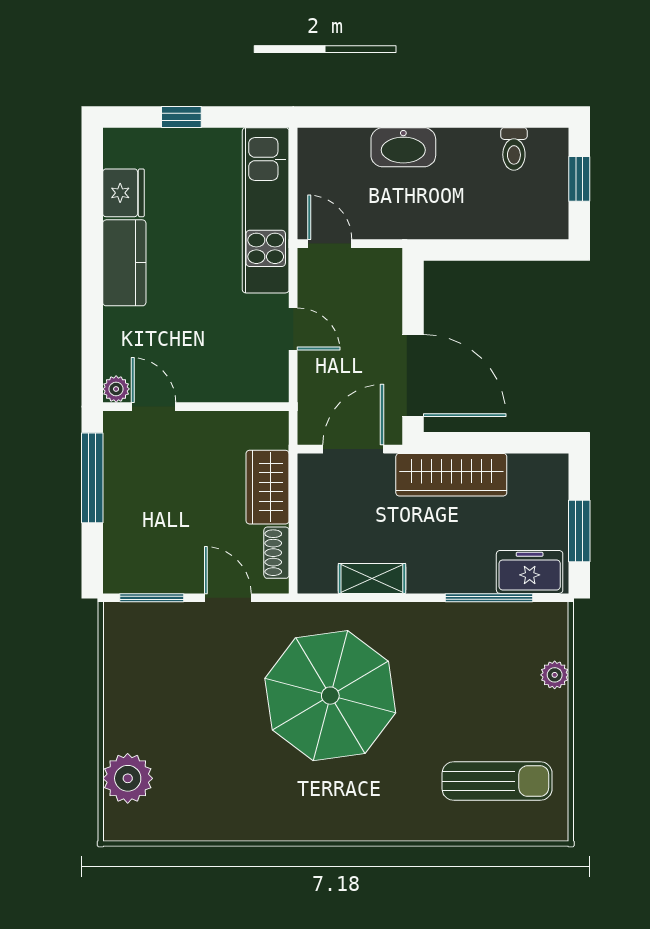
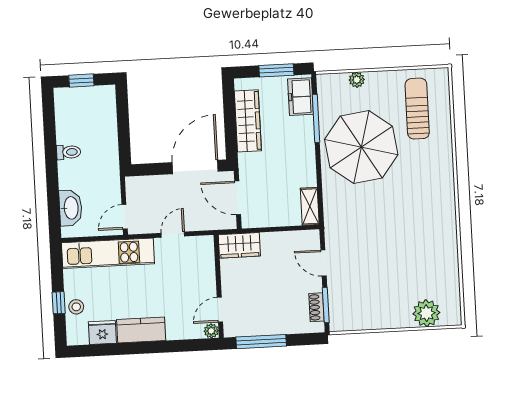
washbasin: (403, 147) -> (71, 208), moved
stool: (172, 148) -> (76, 307), added
toilet: (514, 149) -> (69, 152), moved
wardrobe: (451, 475) -> (248, 121), moved
wardrobe: (268, 487) -> (239, 245), moved
shoe rack: (276, 553) -> (317, 307), moved, turned 90
shelving: (372, 578) -> (310, 206), moved
door: (228, 598) -> (324, 263), hinge flipped
parasol: (330, 696) -> (361, 147), moved

